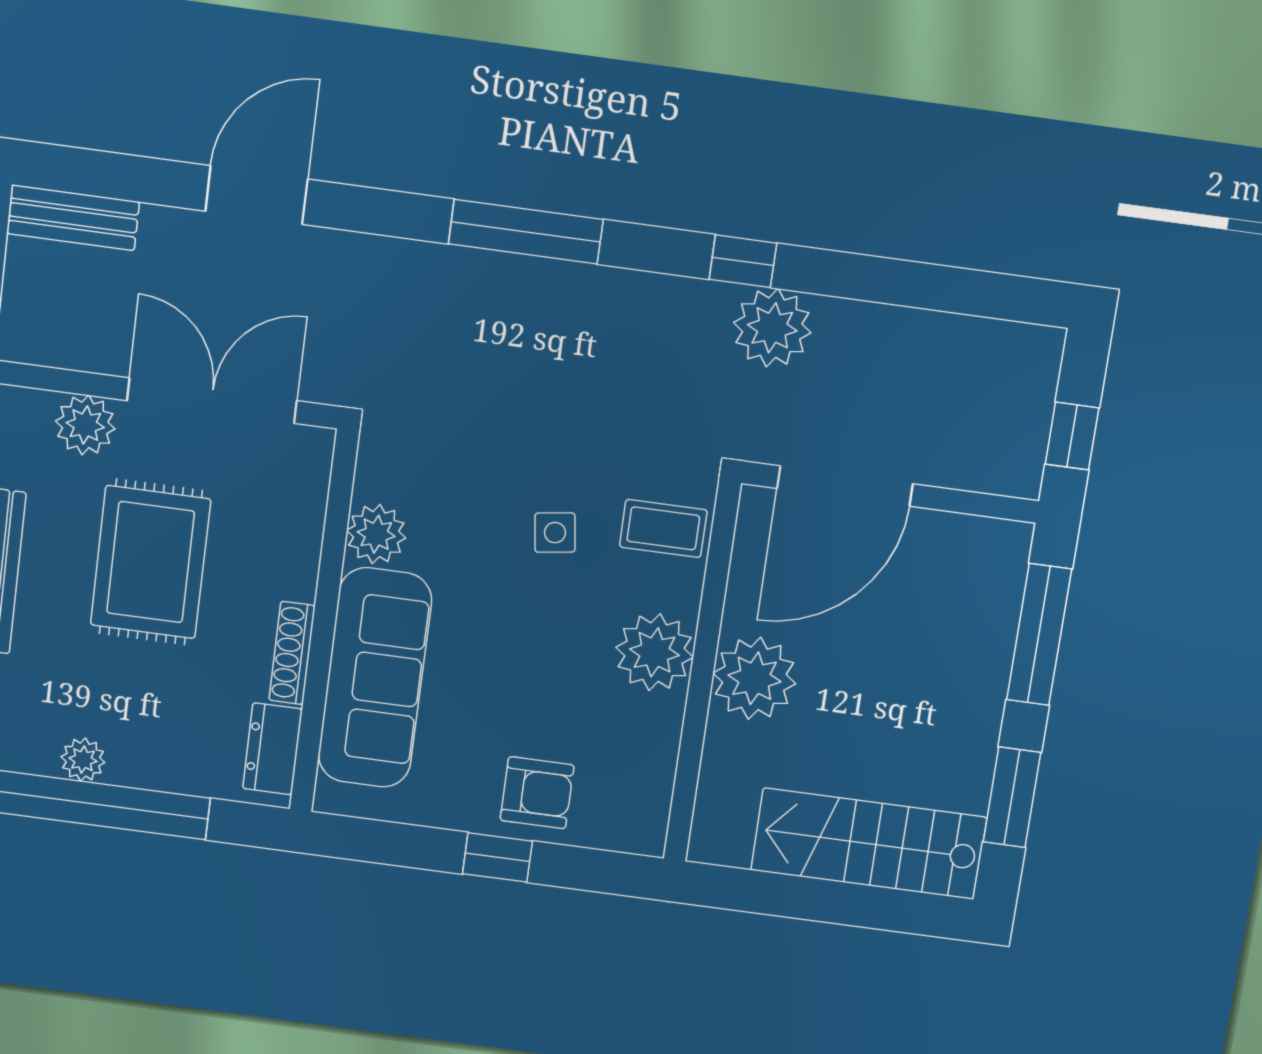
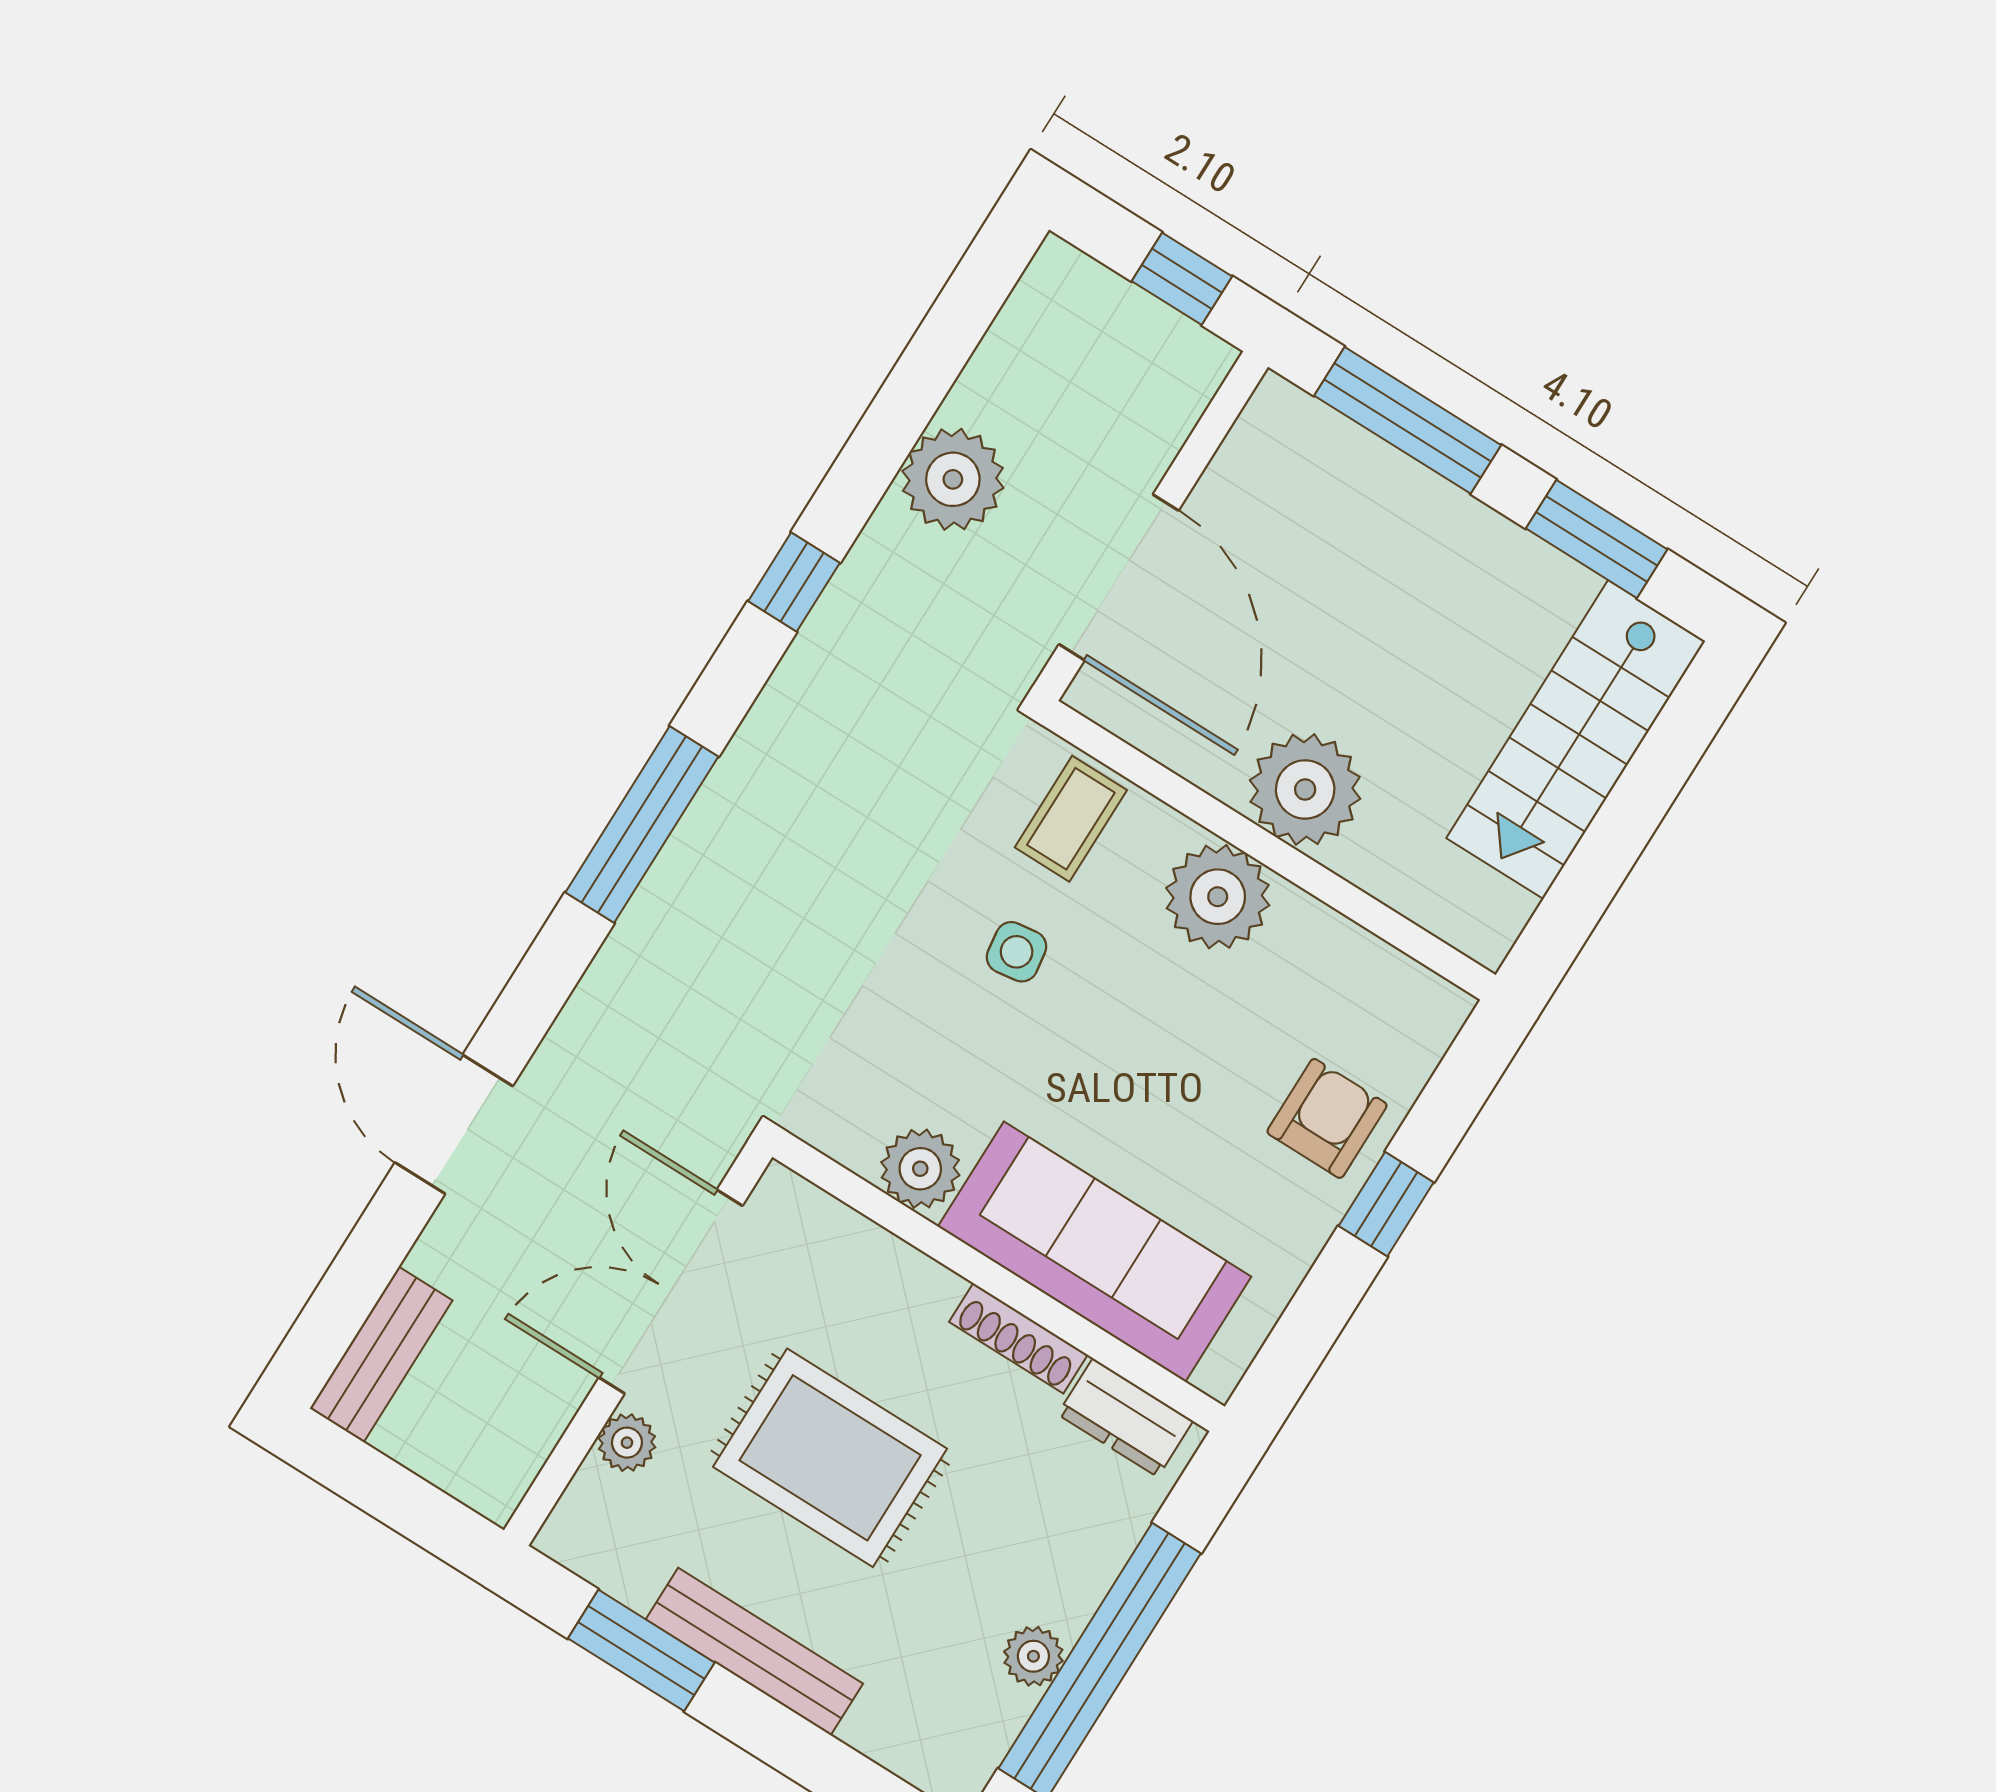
plant: (772, 328) -> (953, 479), moved
plant: (85, 425) -> (627, 1443), width x0.73, depth x0.73

